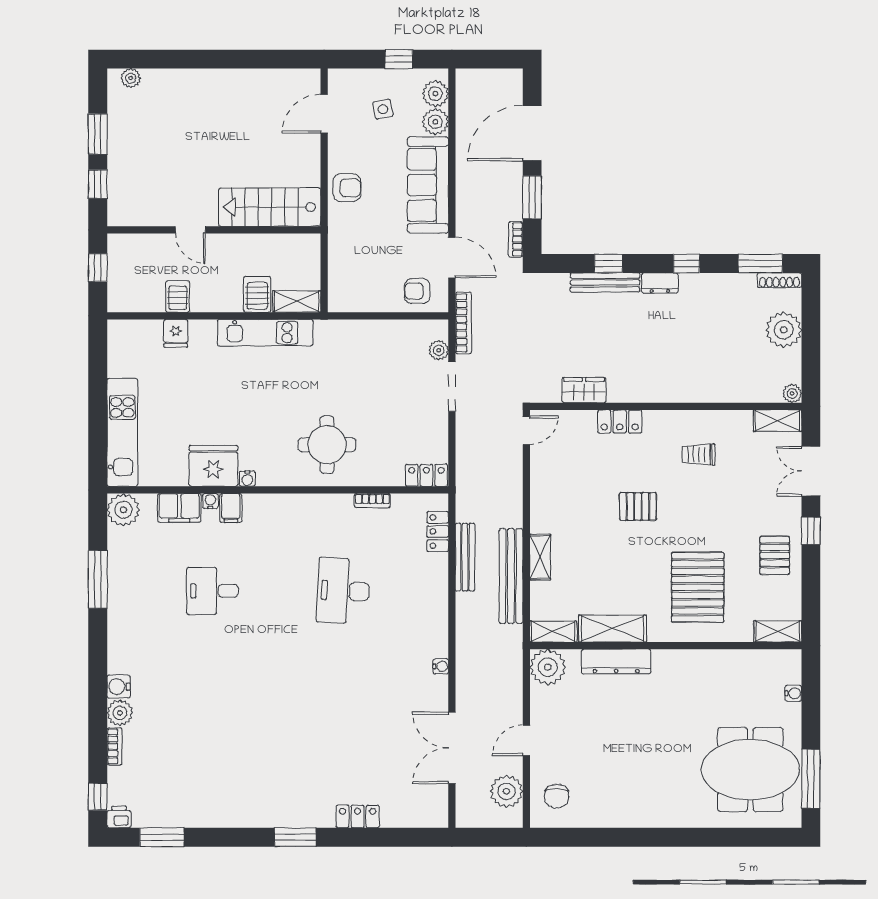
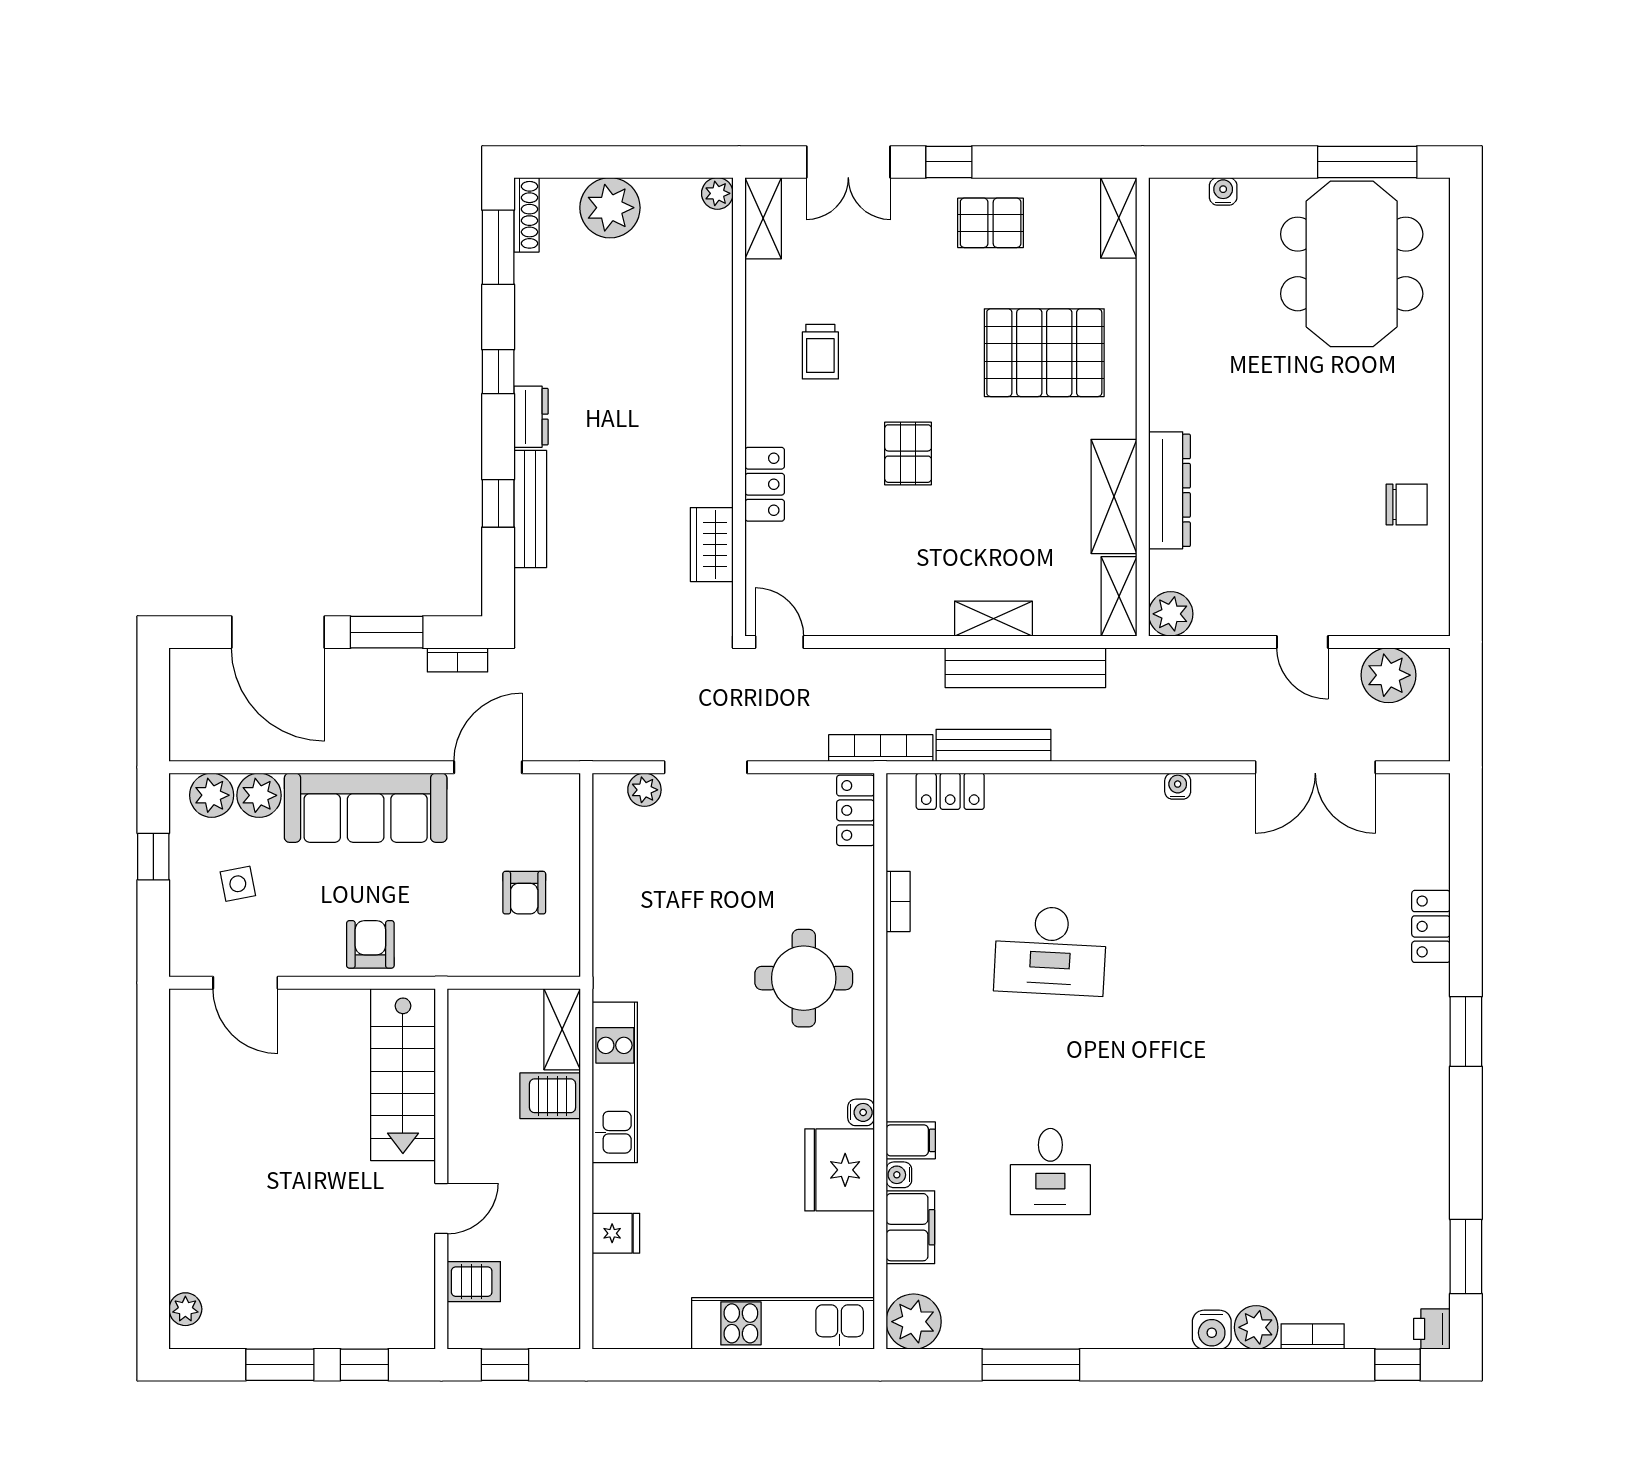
armchair: (417, 291) -> (524, 893), moved
server rack: (178, 297) -> (474, 1282), moved, turned 180
bookcase: (463, 323) -> (881, 748), moved
plant: (548, 667) -> (1171, 614), width x0.73, depth x0.73
chair: (557, 796) -> (1407, 504), moved

